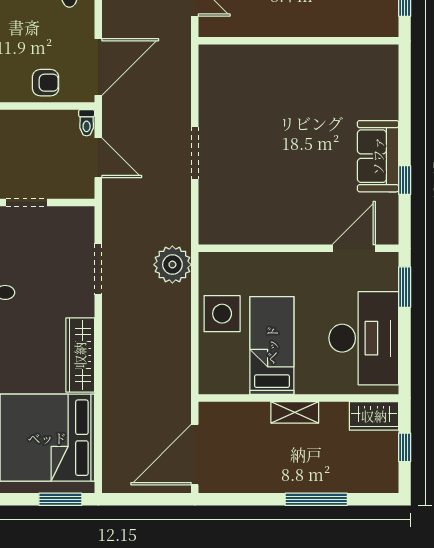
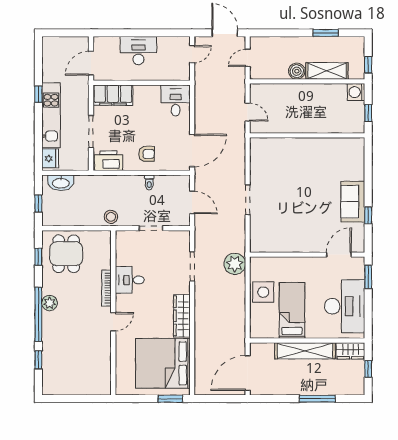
armchair: (46, 83) -> (147, 154), moved
toilet: (87, 123) -> (149, 182), moved
shelving: (295, 412) -> (305, 351), width x2.20, depth x1.33

